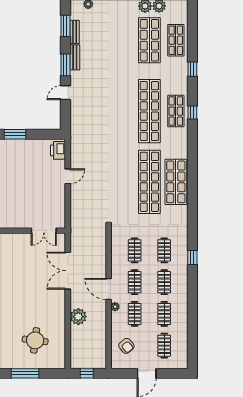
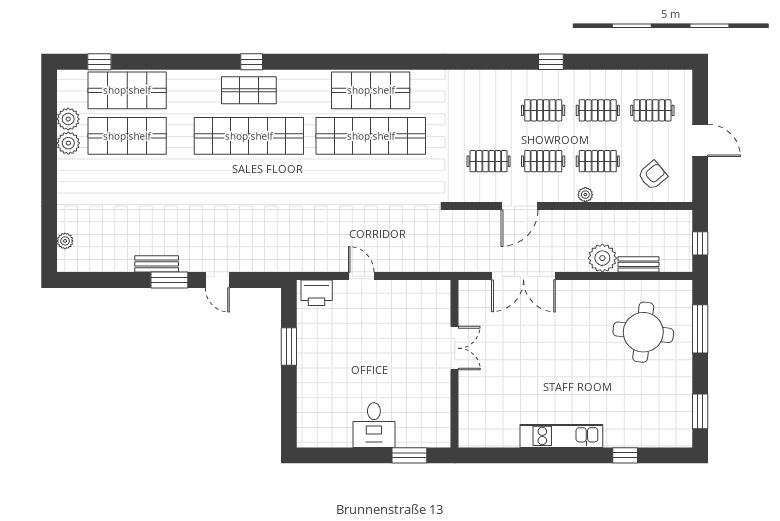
window: (65, 26) -> (102, 280), removed
bench: (75, 32) -> (638, 264), moved
shop shelf: (176, 40) -> (127, 90), width x1.43, depth x1.36
window: (192, 69) -> (99, 62), moved
window: (15, 134) -> (289, 346), moved
double door: (44, 231) -> (455, 348), moved
clothes rail: (164, 250) -> (489, 110), removed
window: (192, 258) -> (551, 62), moved
door: (109, 289) -> (520, 206), moved
round table: (35, 340) -> (643, 332), width x1.36, depth x1.36
window: (25, 373) -> (700, 329), moved

